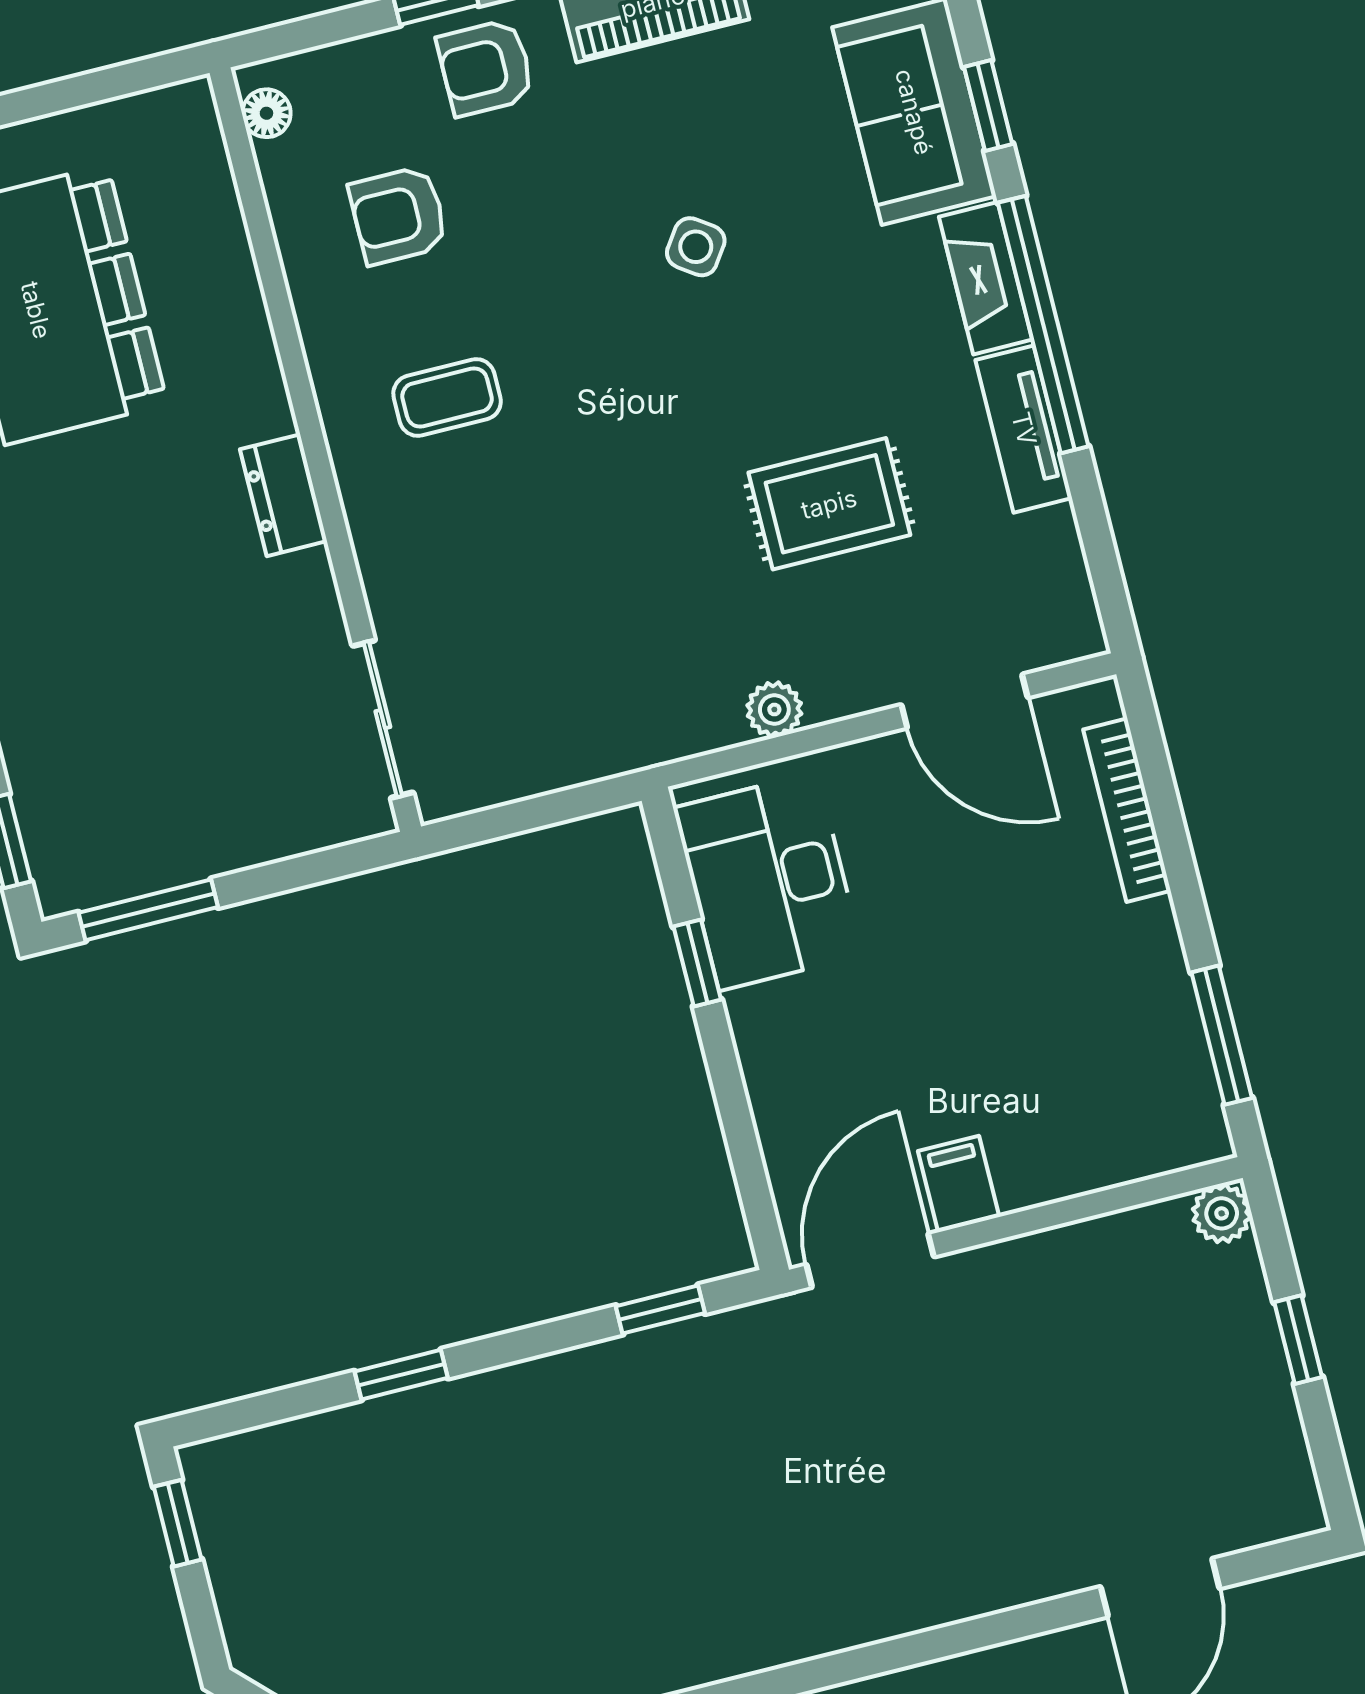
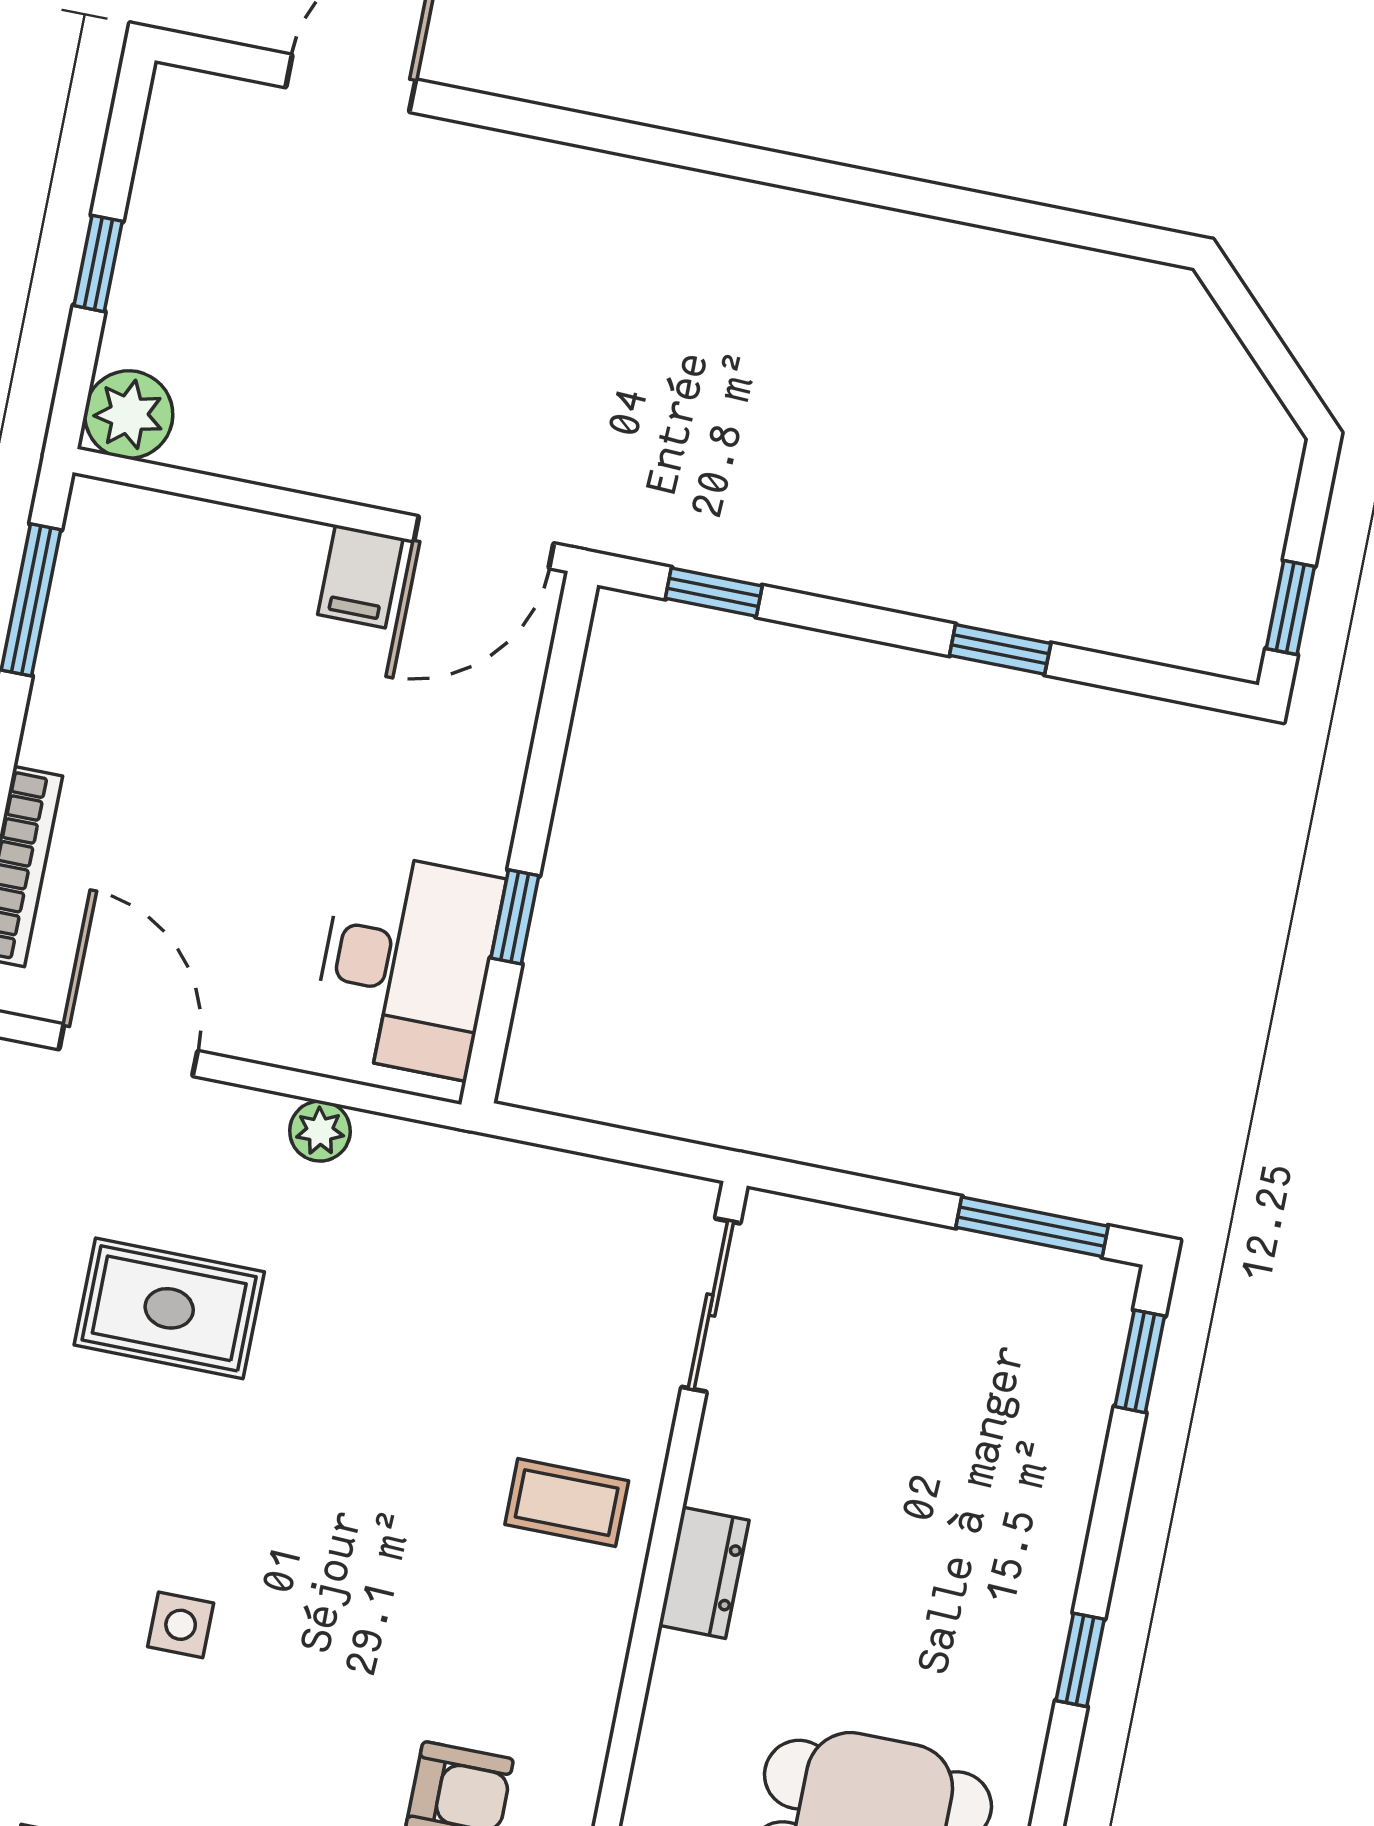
side table: (696, 247) -> (181, 1625), turned -35
coffee table: (447, 398) -> (567, 1503), moved
plant: (1222, 1213) -> (129, 415), width x1.38, depth x1.38

